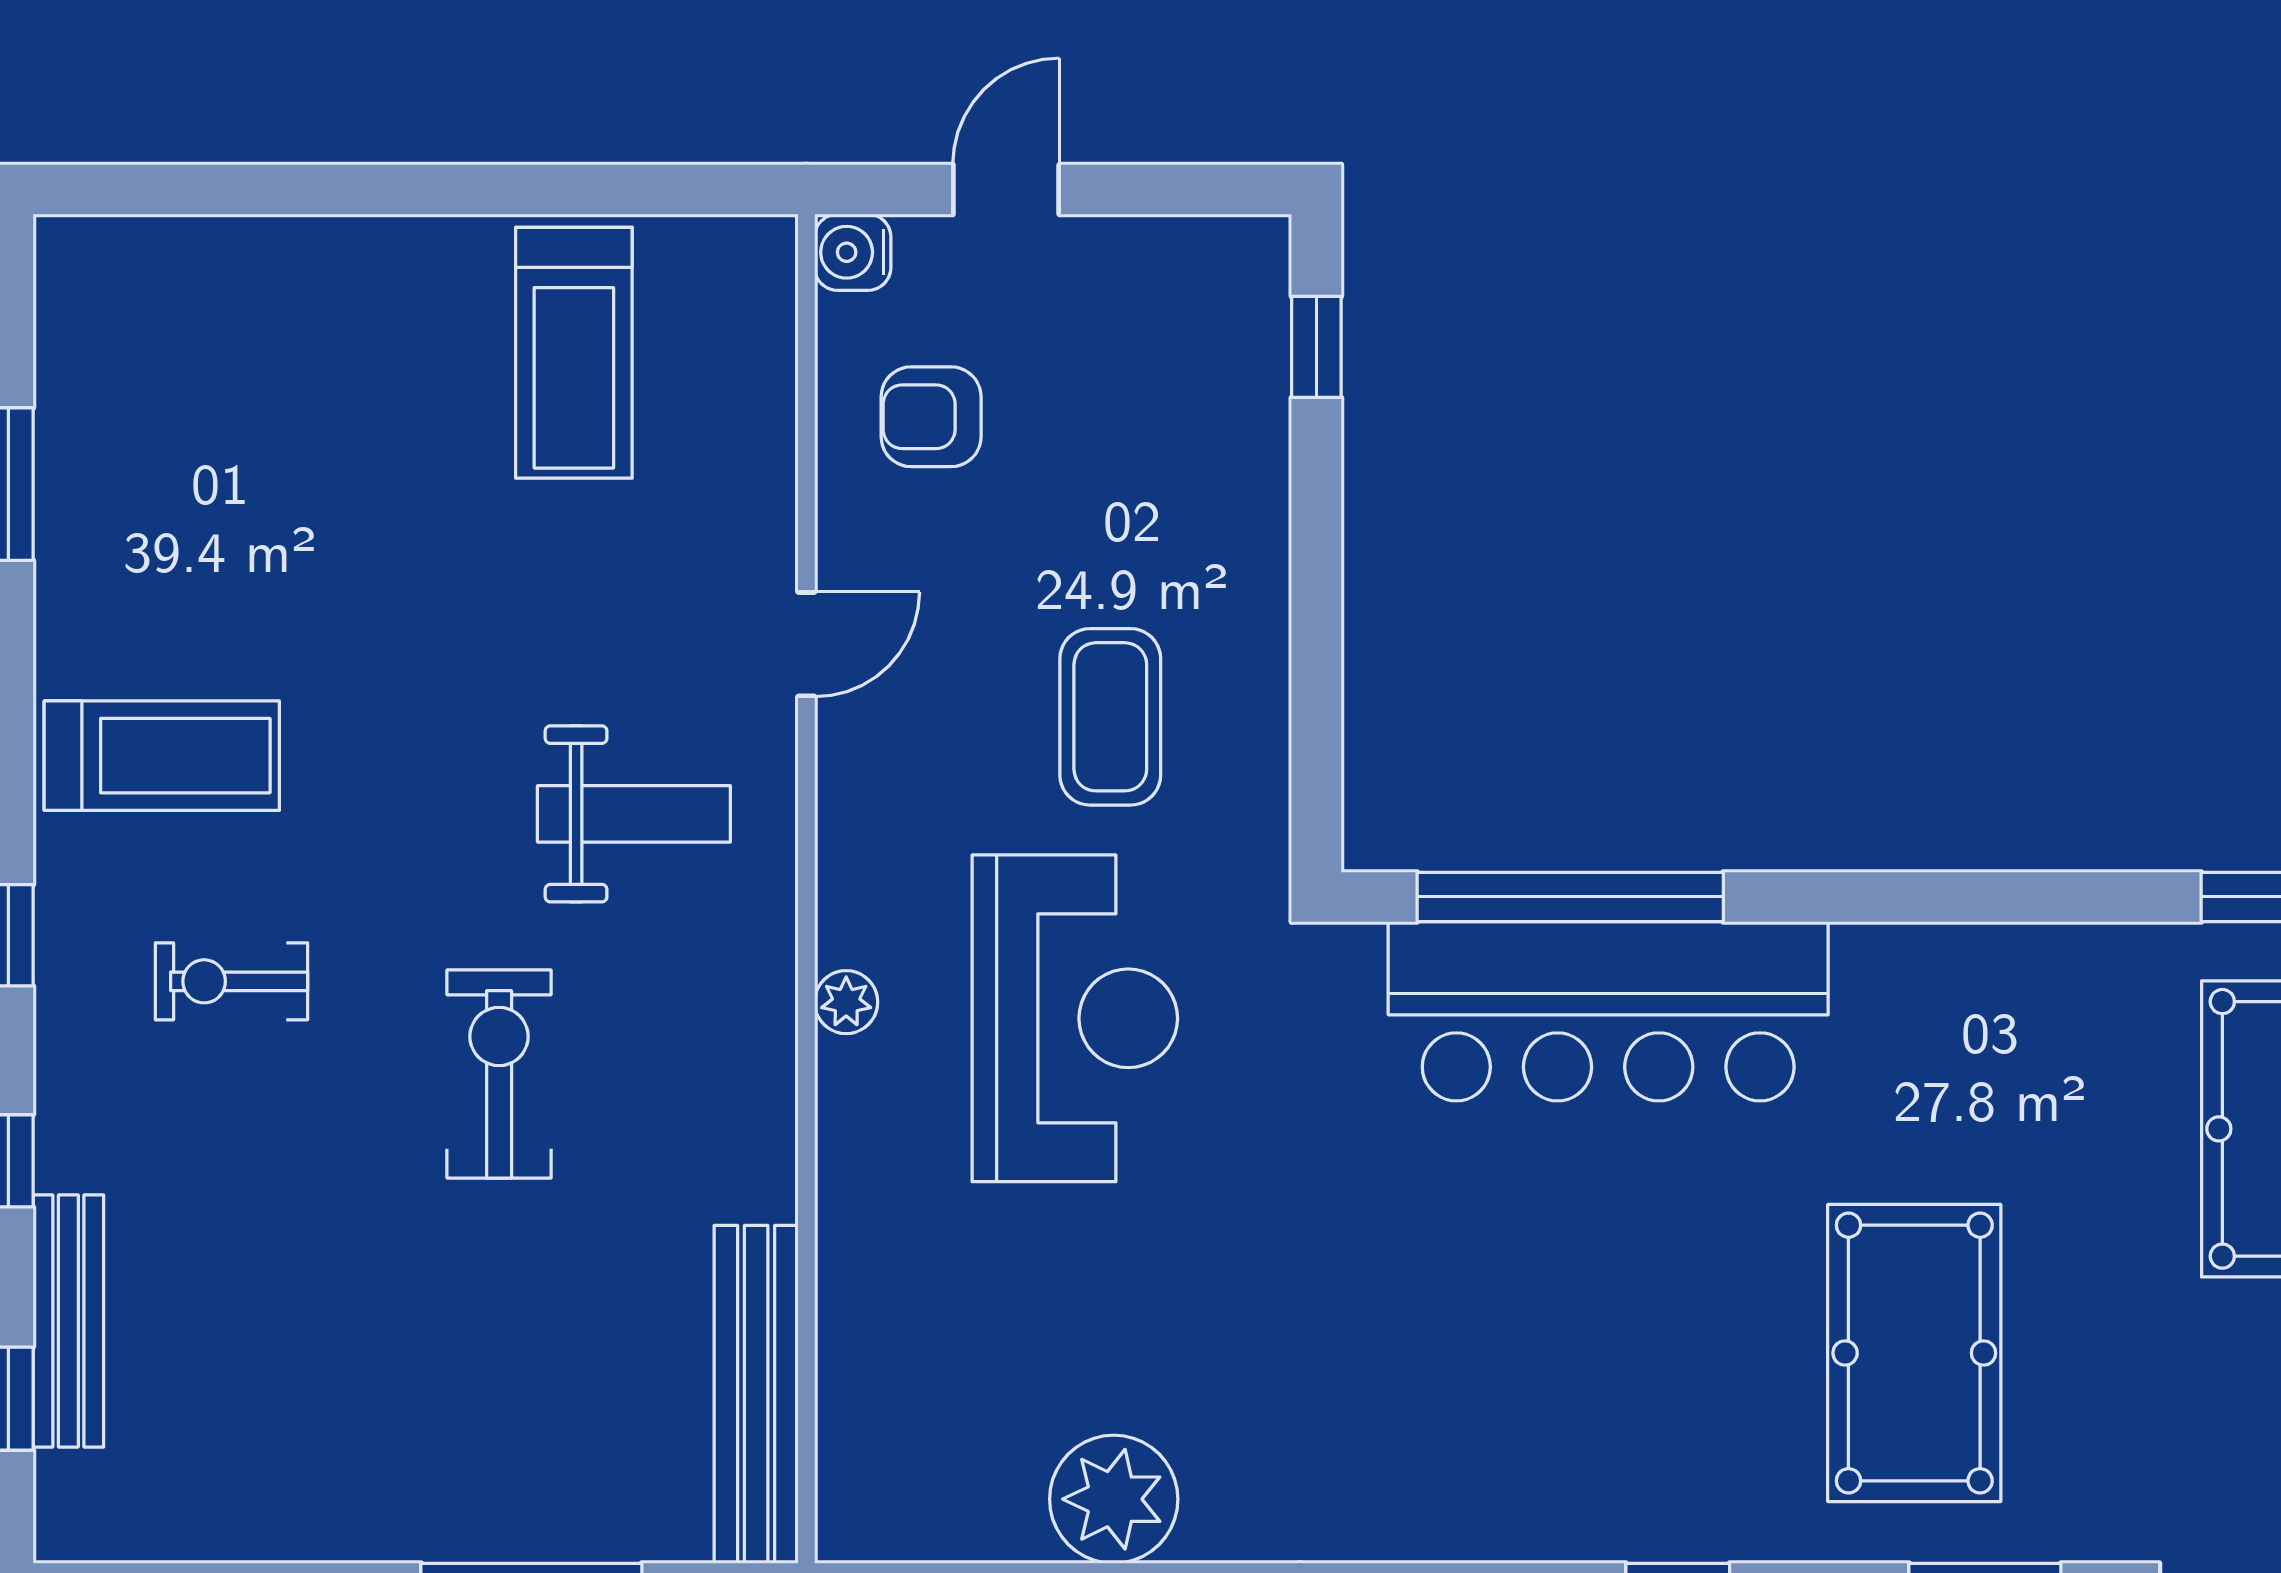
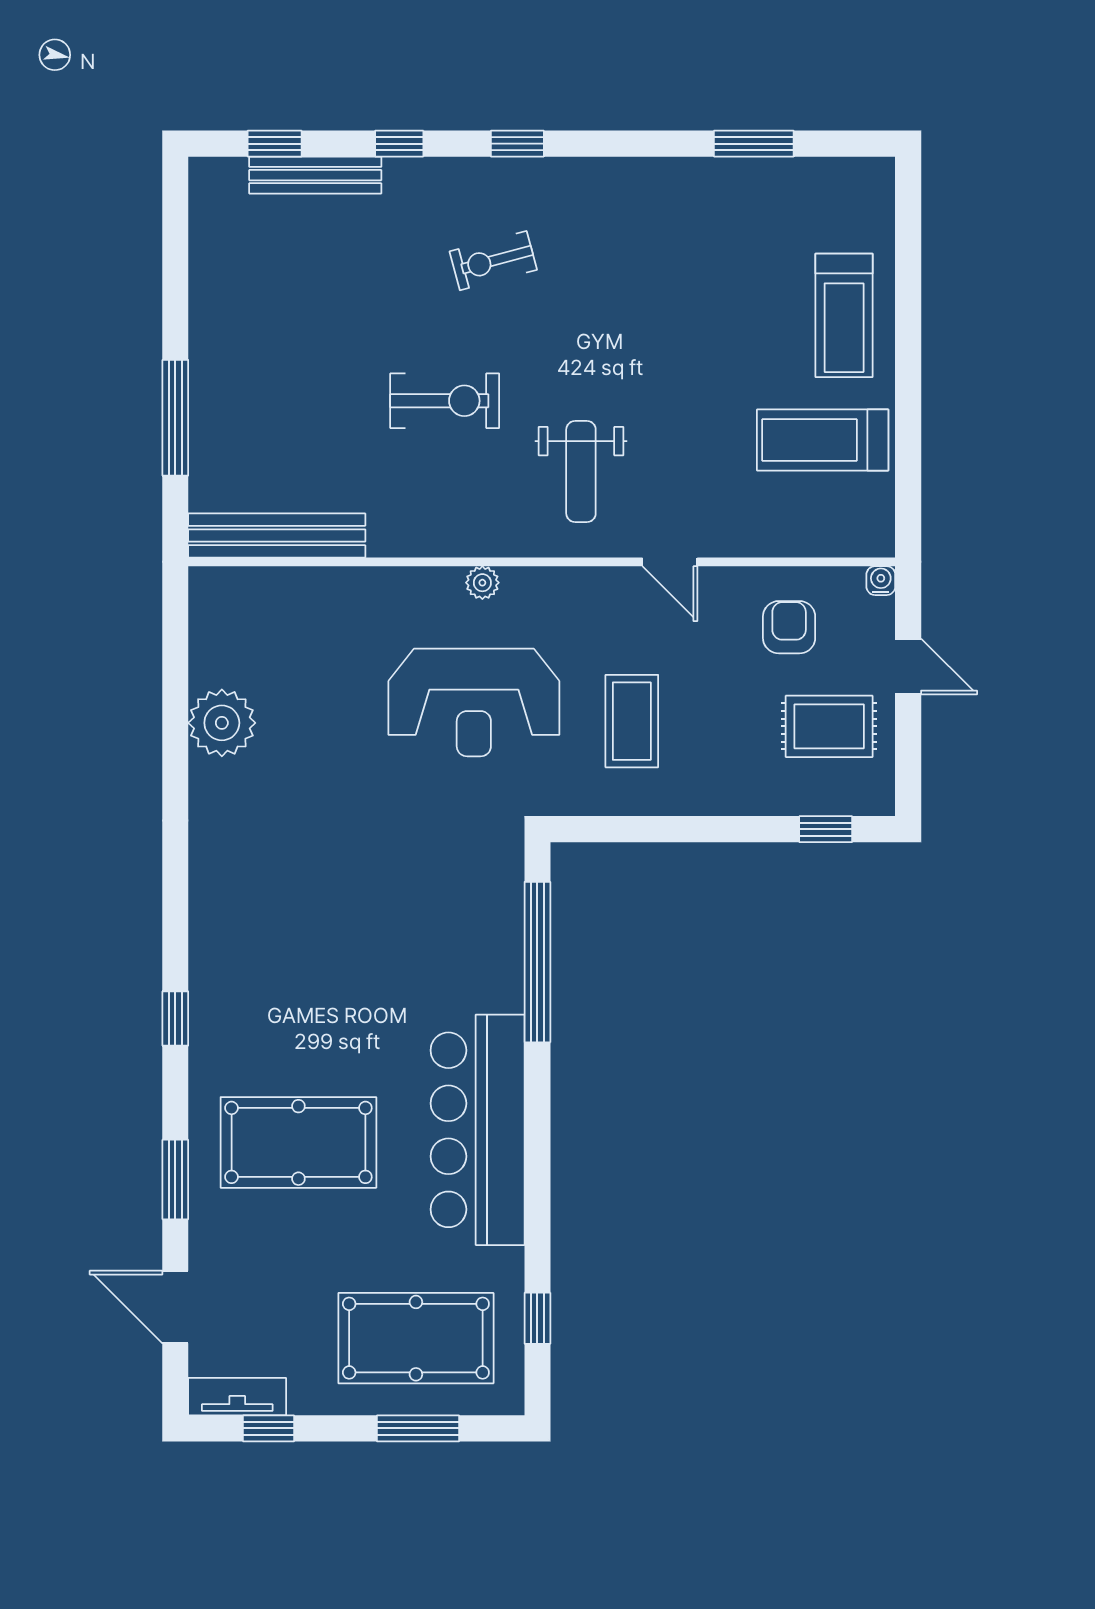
water cooler: (853, 252) -> (881, 581), width x0.72, depth x0.72
rug: (1120, 340) -> (829, 726), added
coffee table: (1110, 717) -> (632, 721), turned 90
treadmill: (162, 756) -> (844, 315), moved
exercise bike: (232, 981) -> (493, 261), turned -105
bar counter: (1608, 1011) -> (478, 1130), moved

